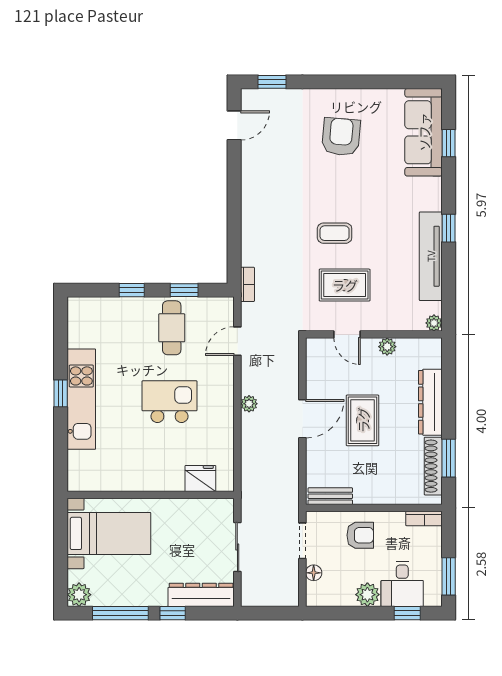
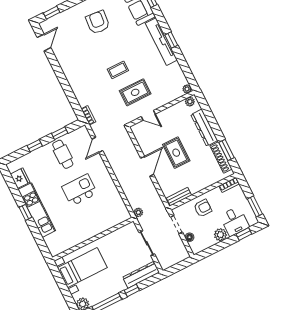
tv unit: (431, 256) -> (161, 42), moved
plant: (387, 347) -> (190, 102), moved
plant: (249, 404) -> (138, 212), moved
fridge: (200, 479) -> (20, 178), moved, turned 90

